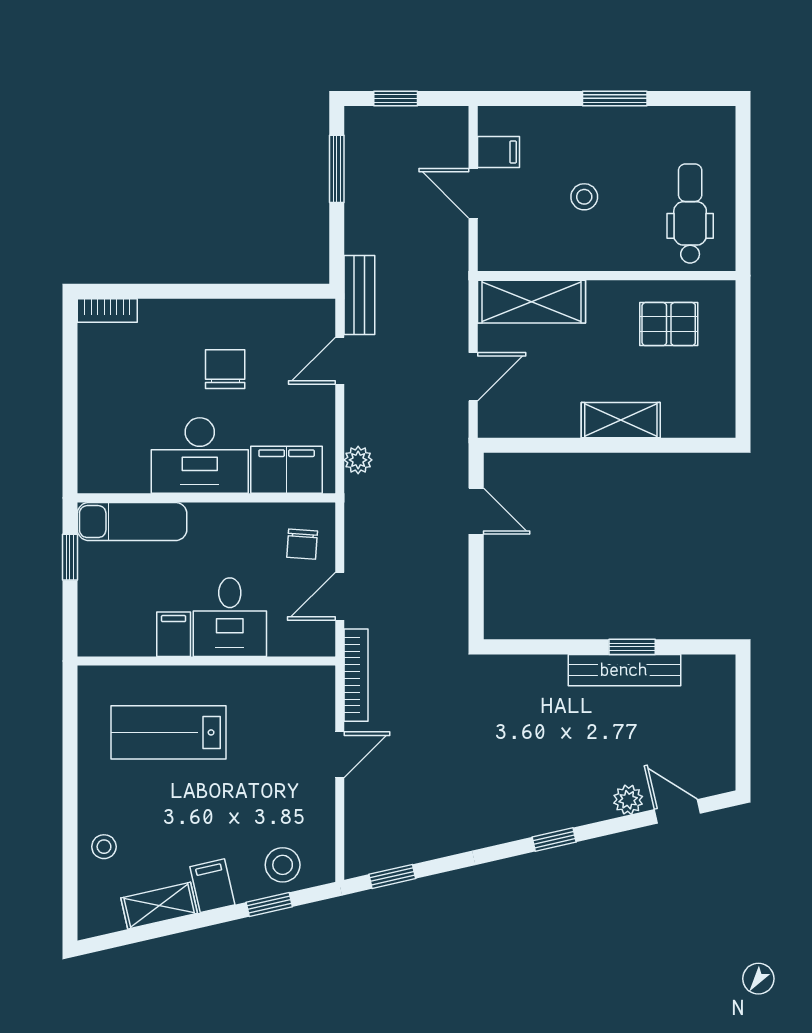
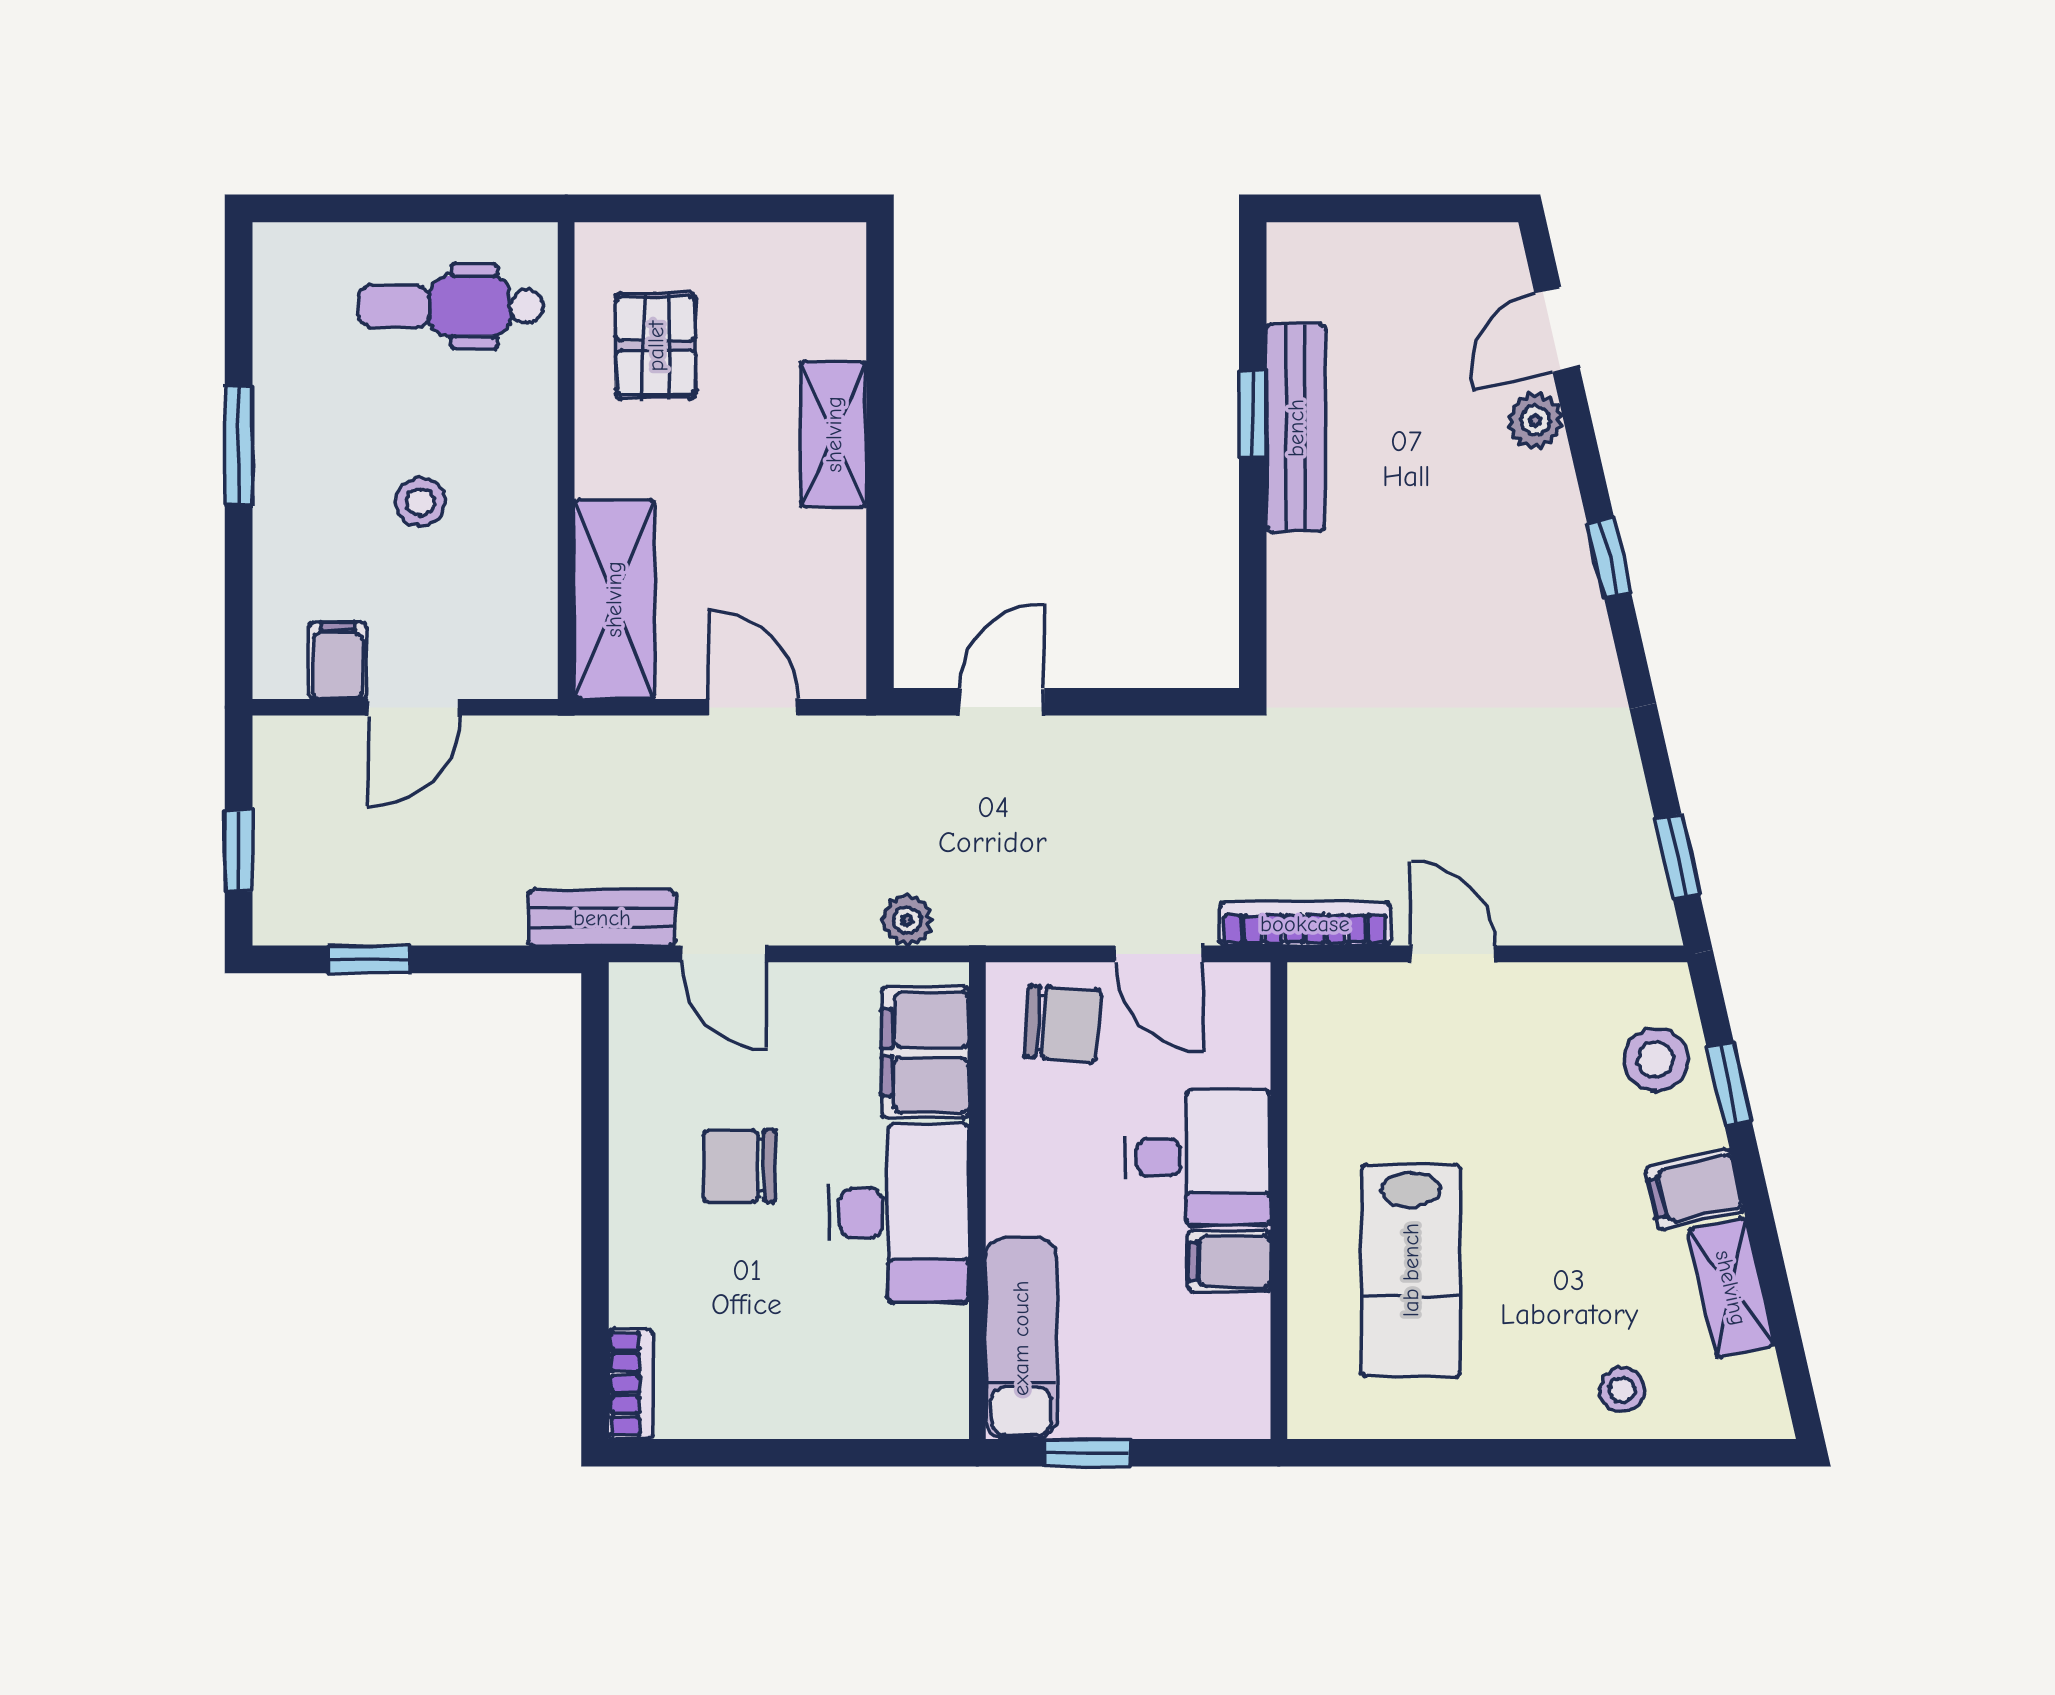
window: (337, 169) -> (369, 959), width x0.67
chair: (302, 544) -> (1063, 1024), width x1.37, depth x1.37

